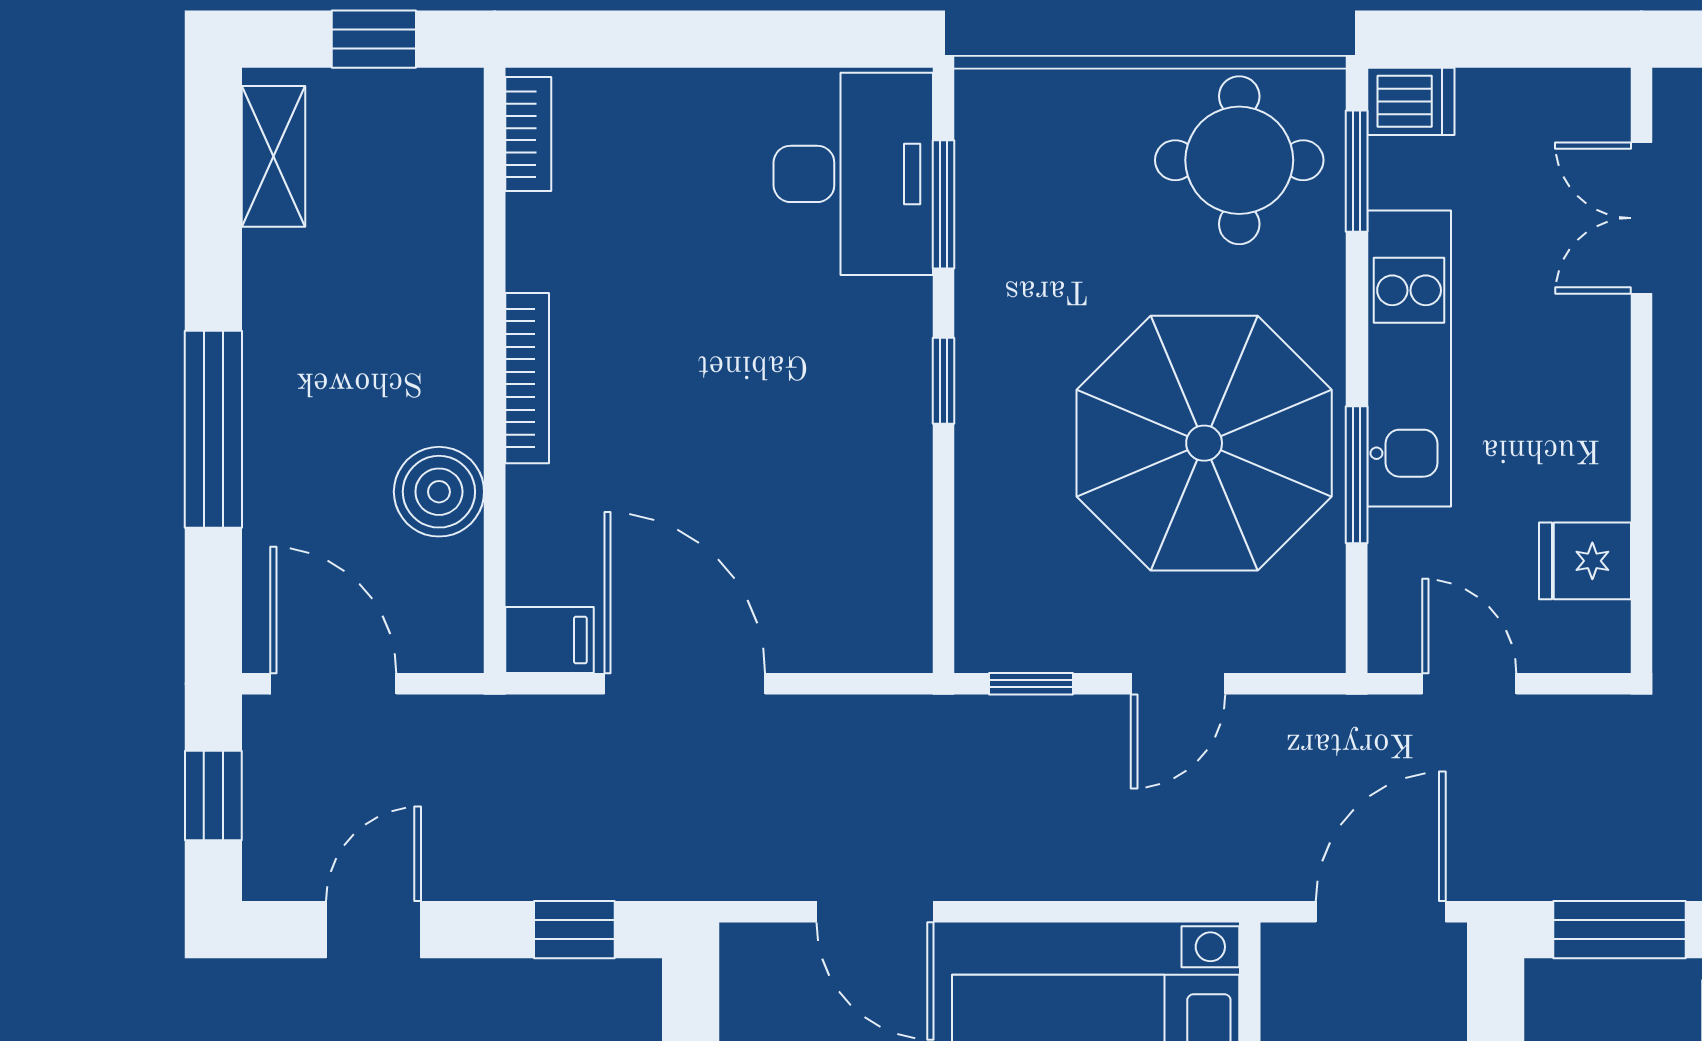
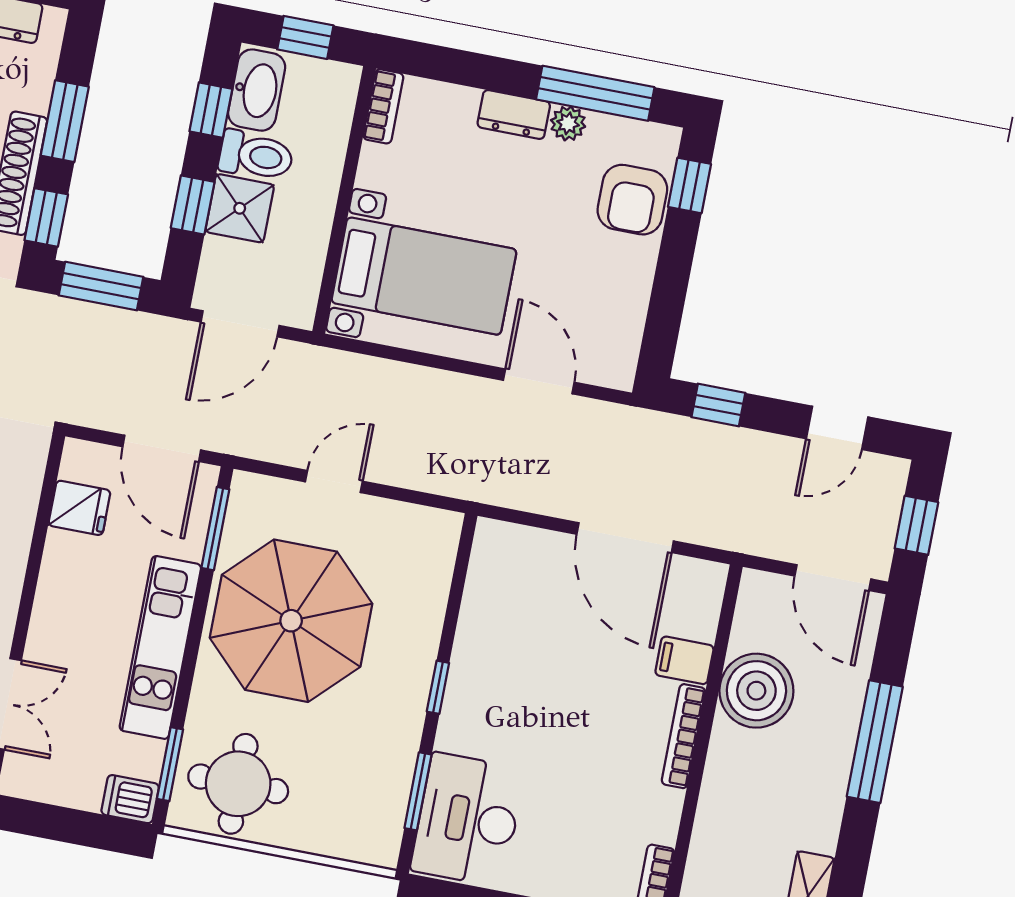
window: (1357, 475) -> (215, 529), moved
boiler: (439, 492) -> (756, 691), width x1.37, depth x1.37
filing cabinet: (549, 640) -> (684, 660), moved
window: (1031, 684) -> (421, 498), removed
door: (1469, 684) -> (162, 448), width x1.38

